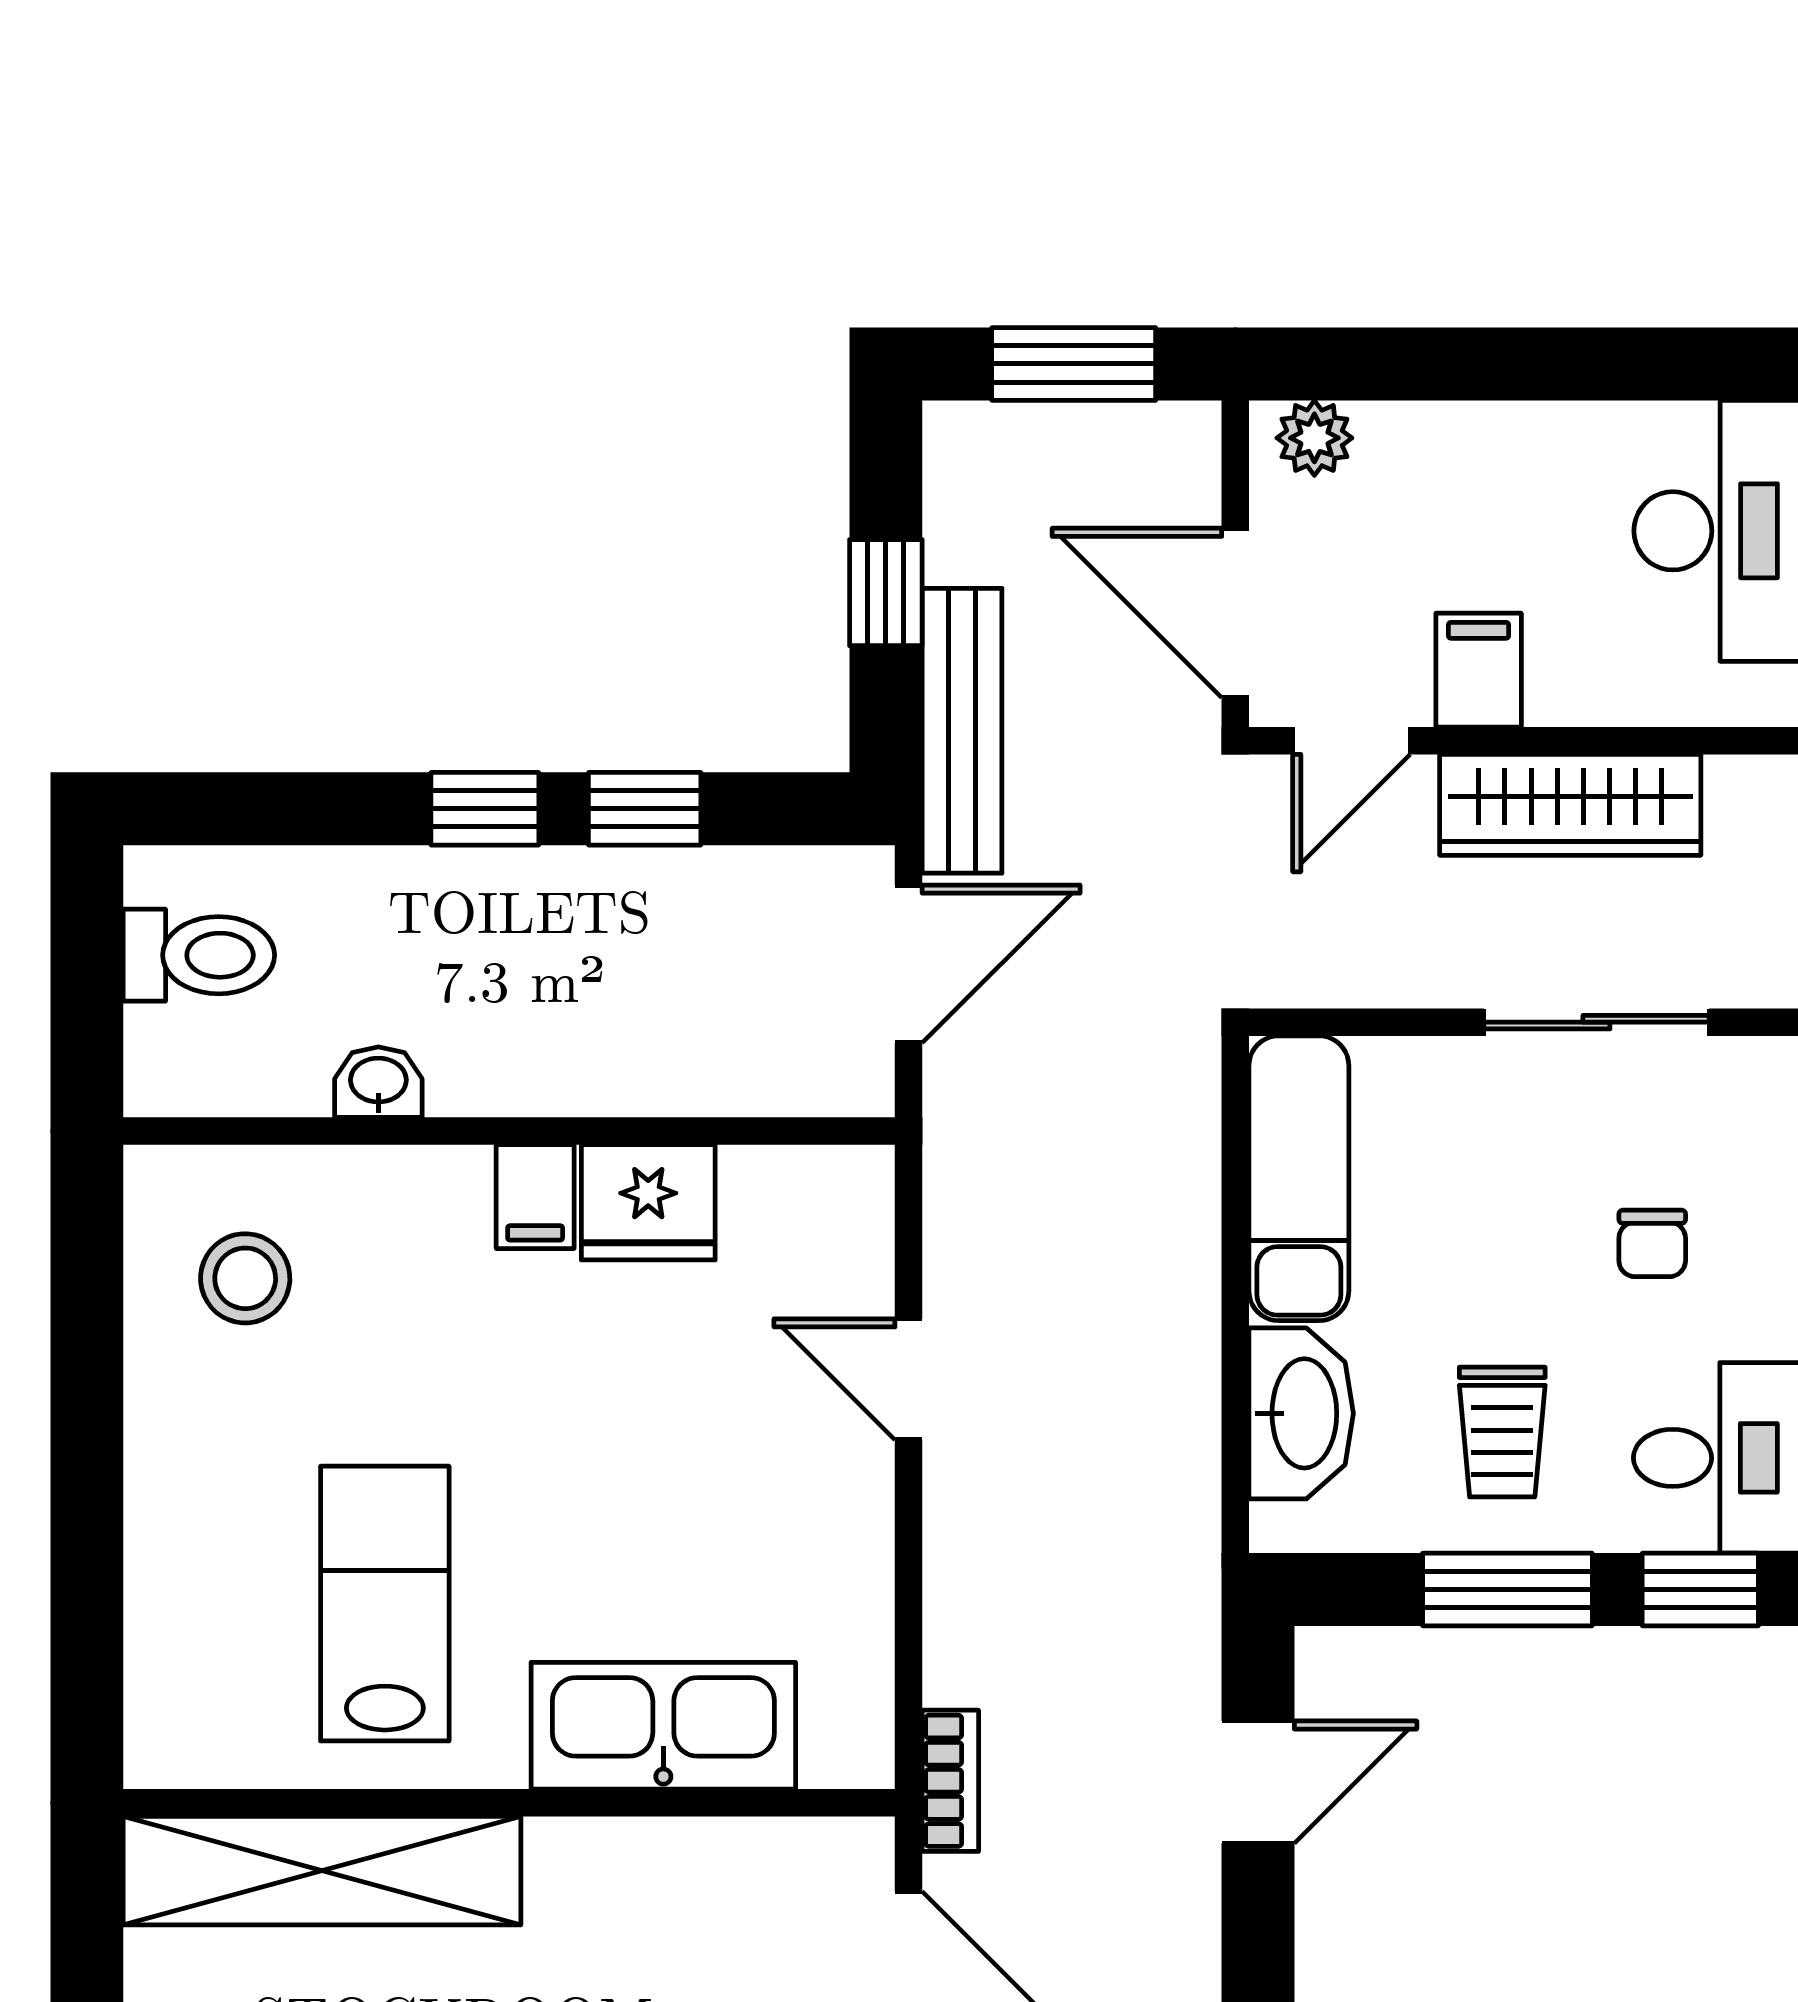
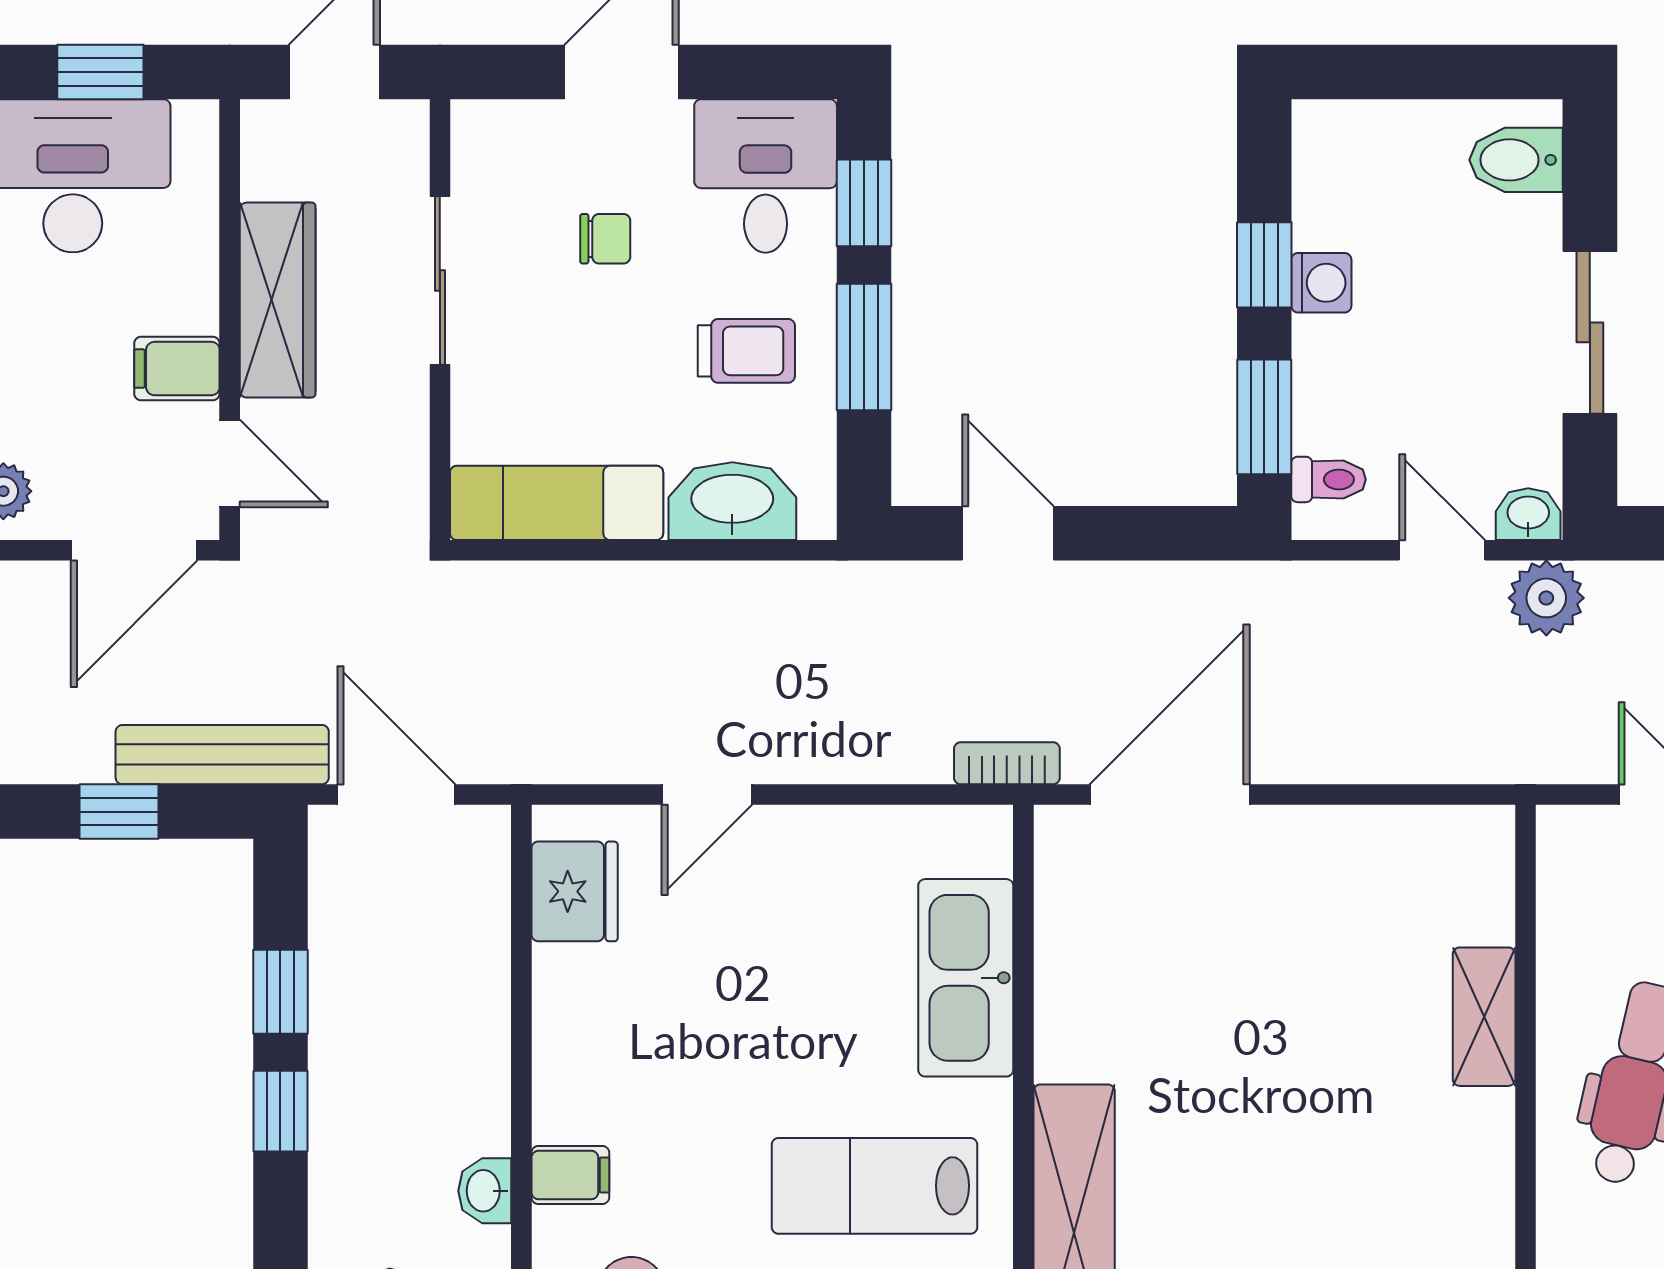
filing cabinet: (535, 1197) -> (570, 1175), moved
fridge: (648, 1202) -> (575, 891), moved

